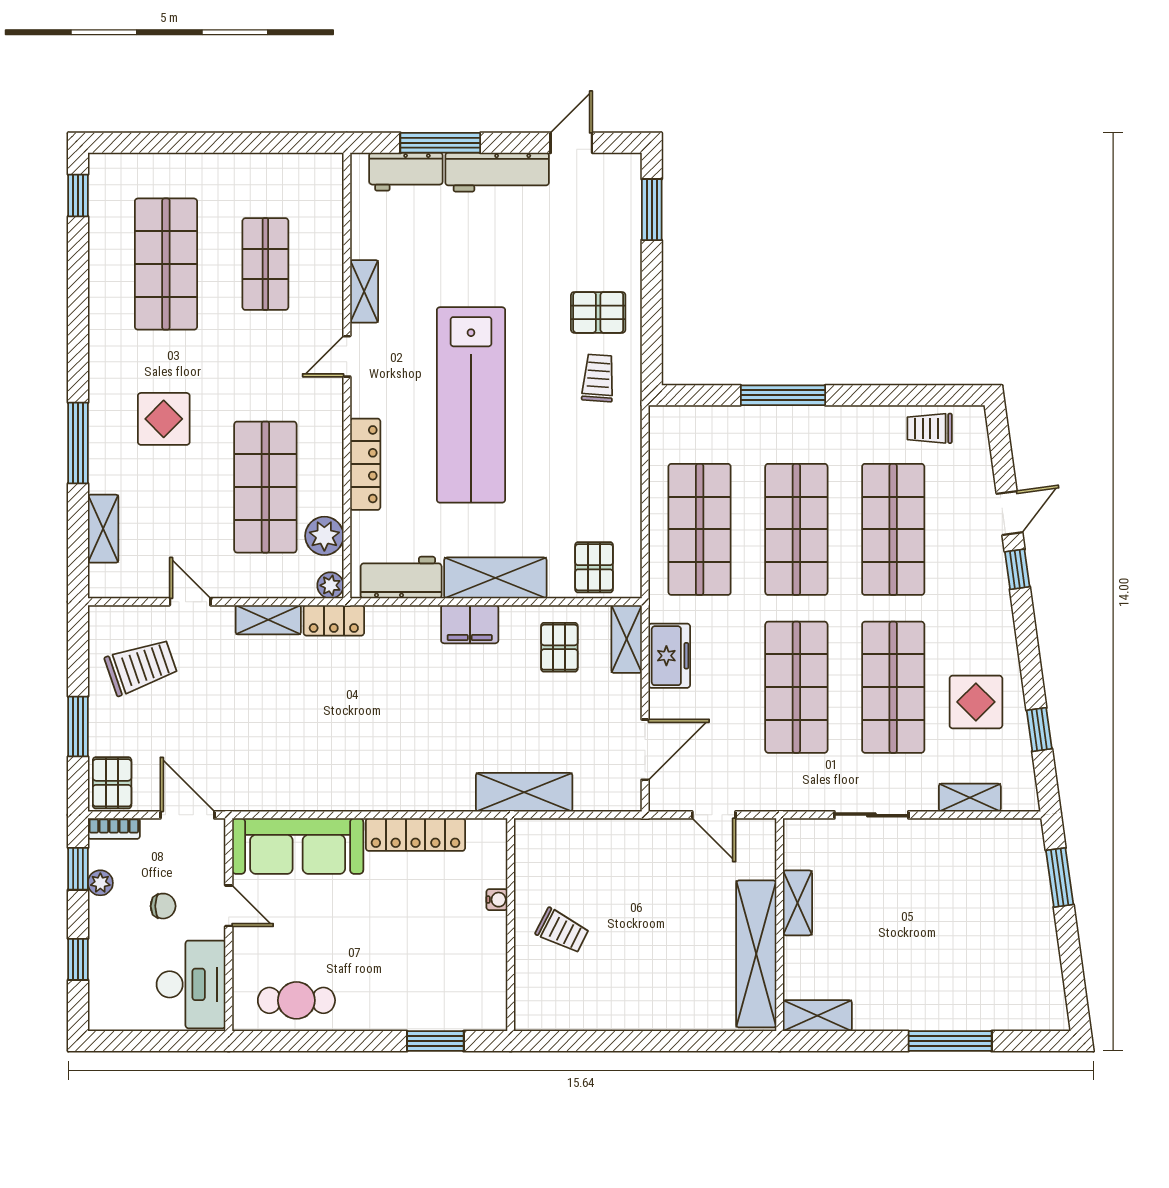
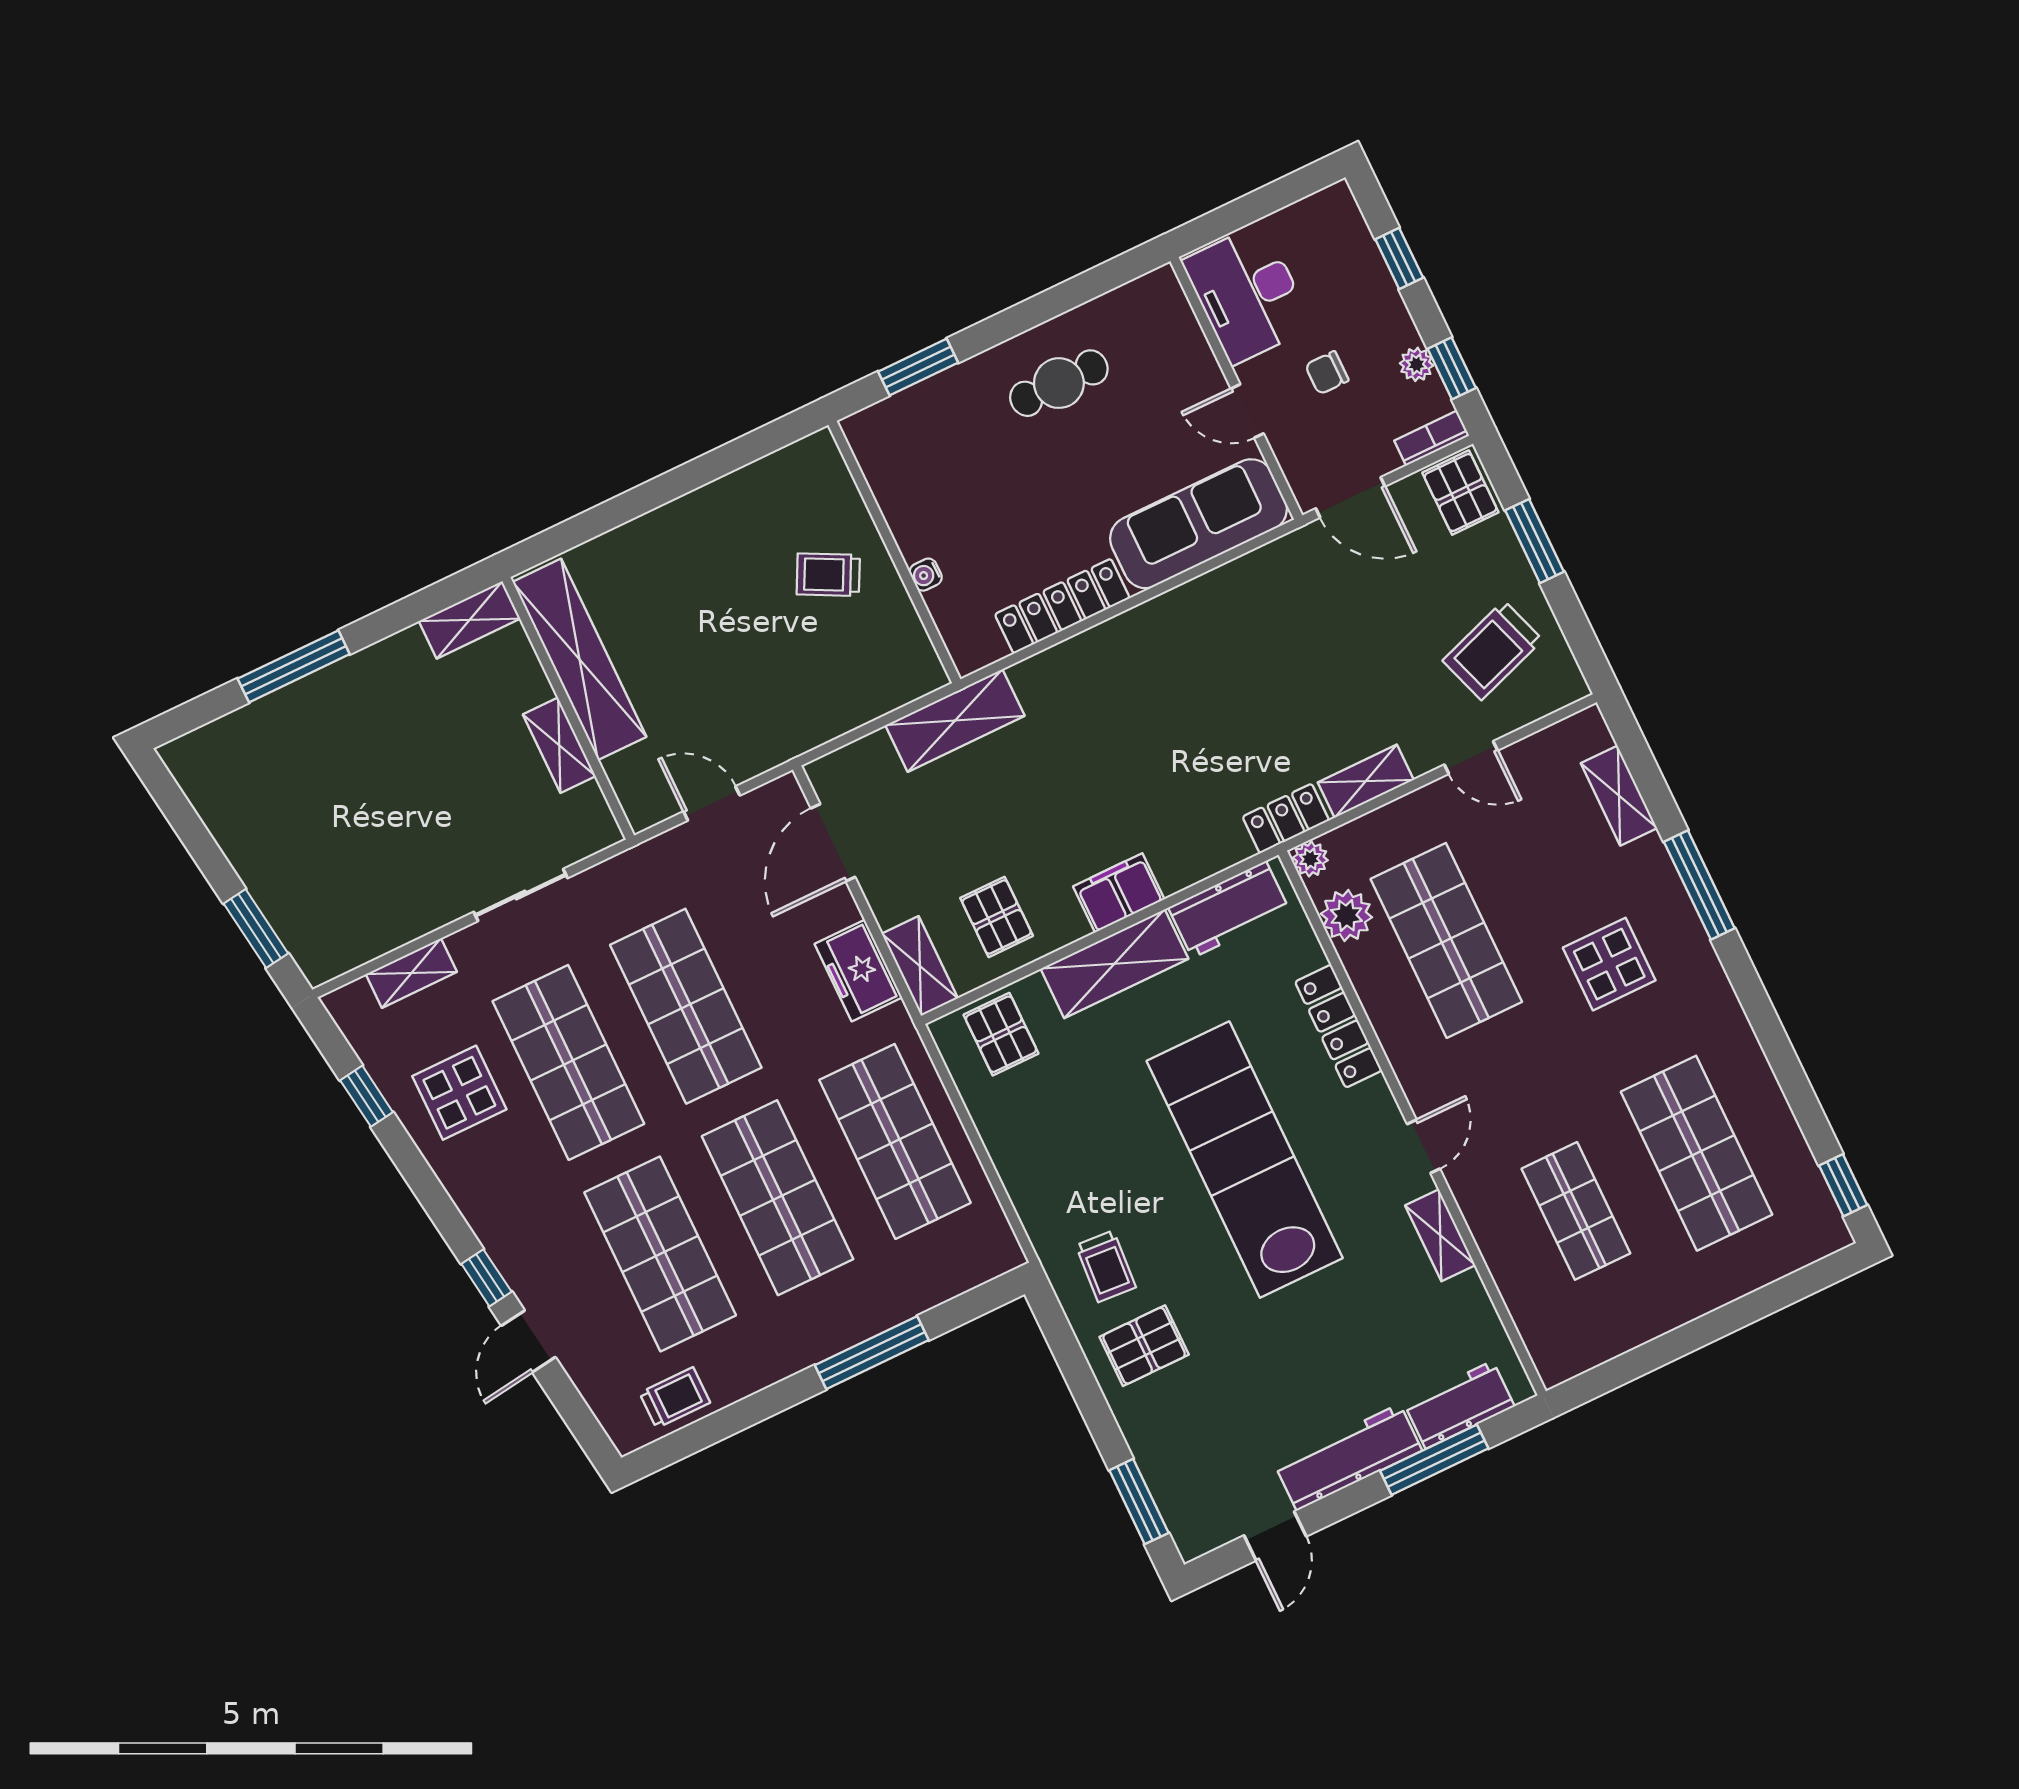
cafe table: (296, 1000) -> (1059, 383), moved

